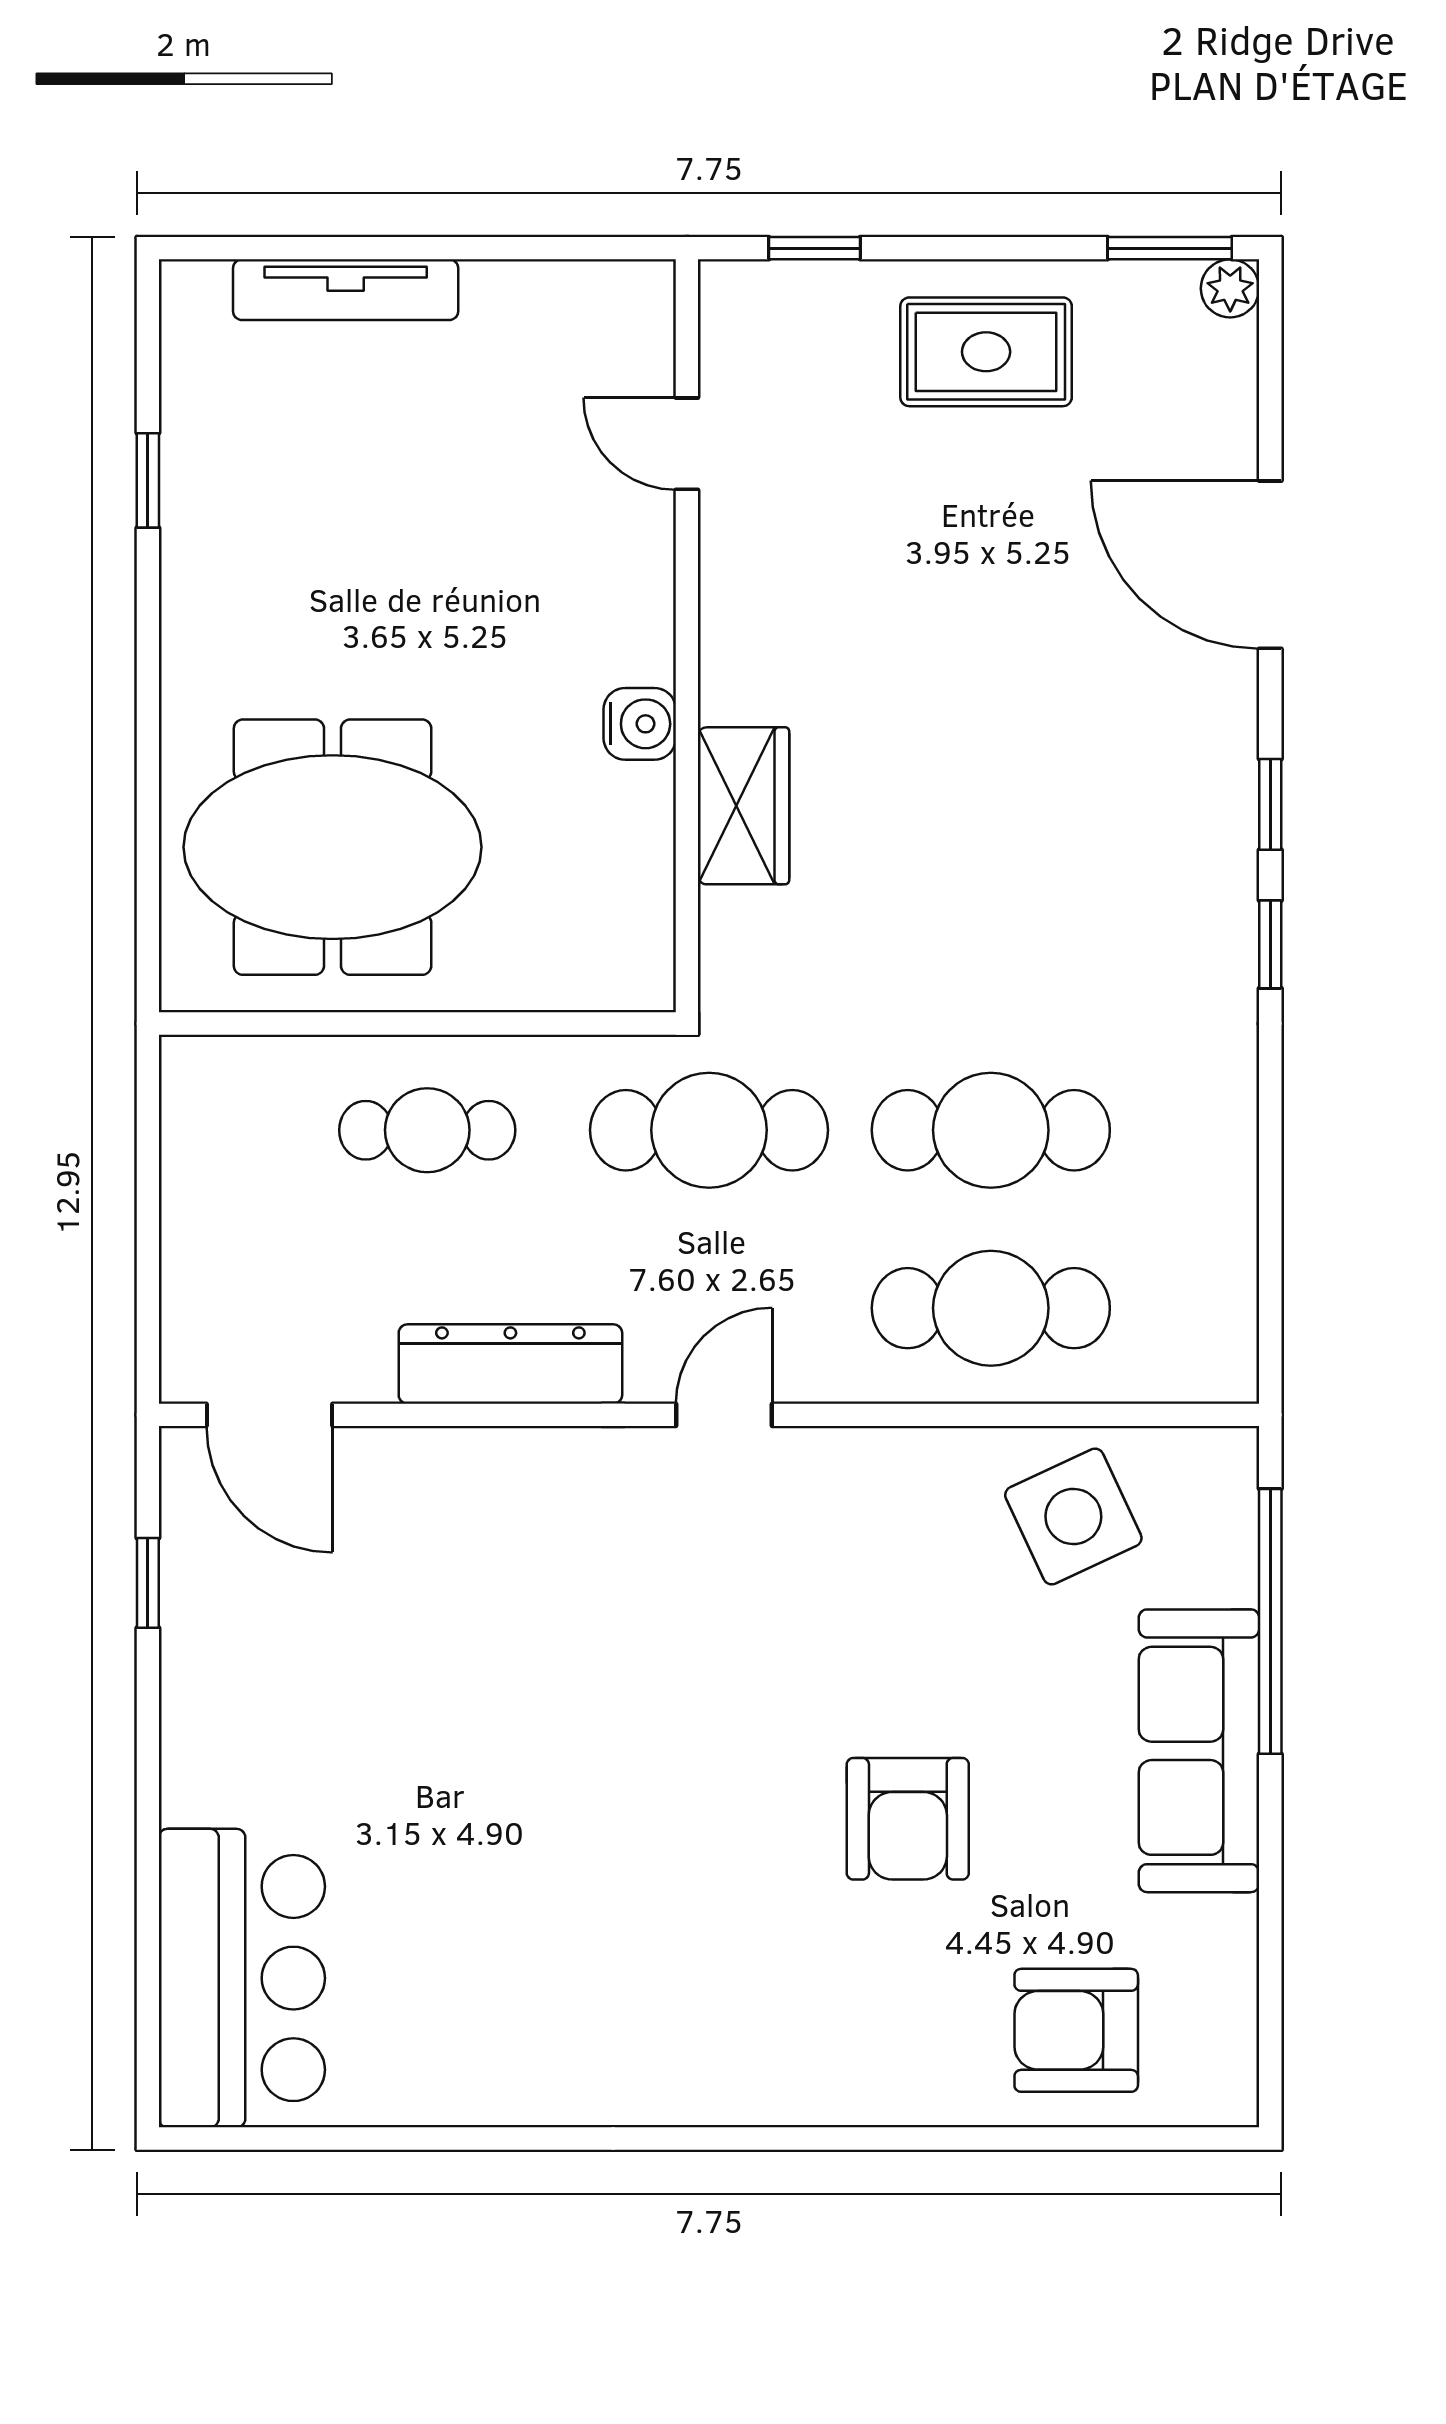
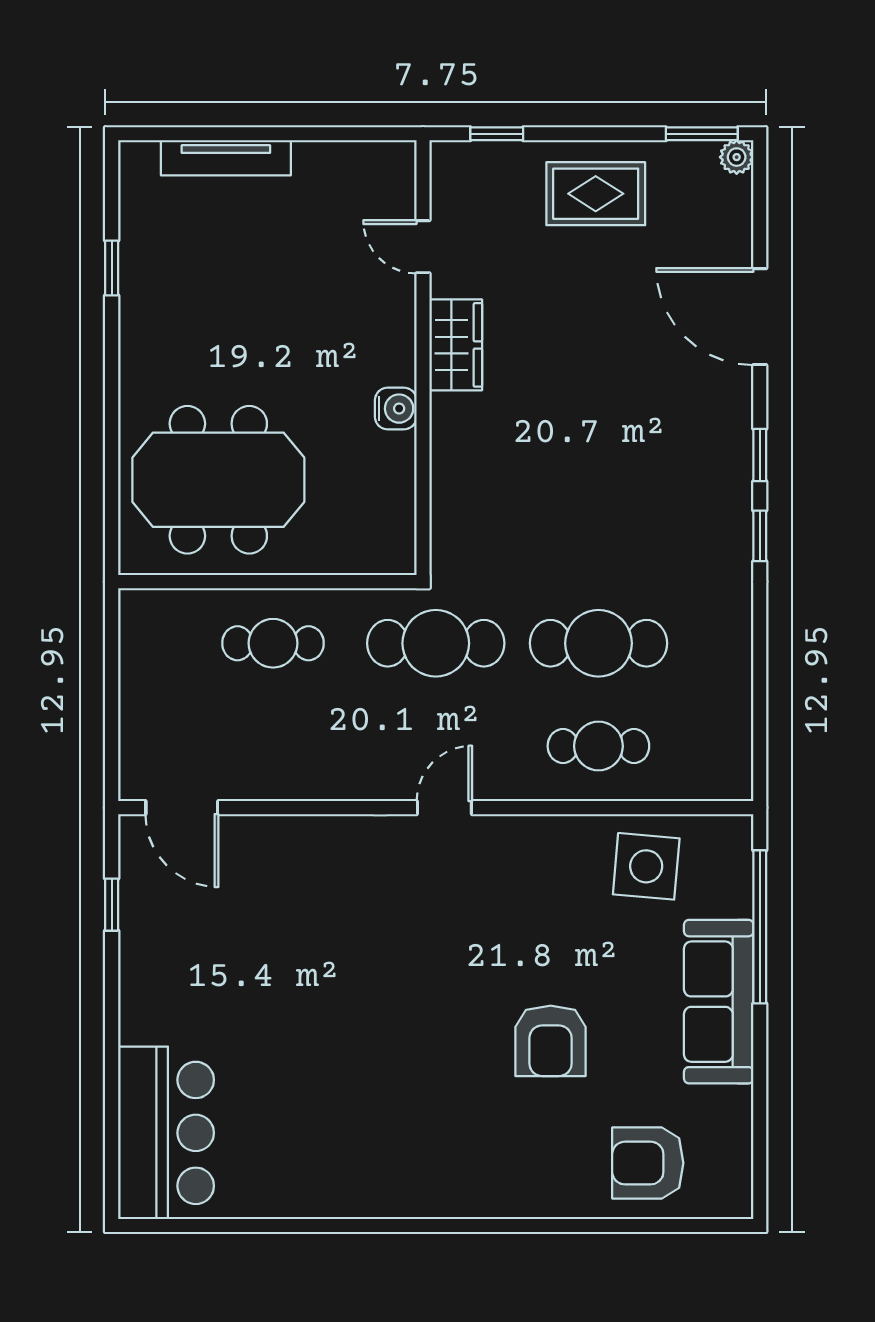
wardrobe: (744, 806) -> (456, 345), moved
cafe table: (991, 1308) -> (598, 746), width x0.73, depth x0.74
dresser: (510, 1364) -> (321, 778), removed
side table: (1073, 1516) -> (646, 866), turned 30

